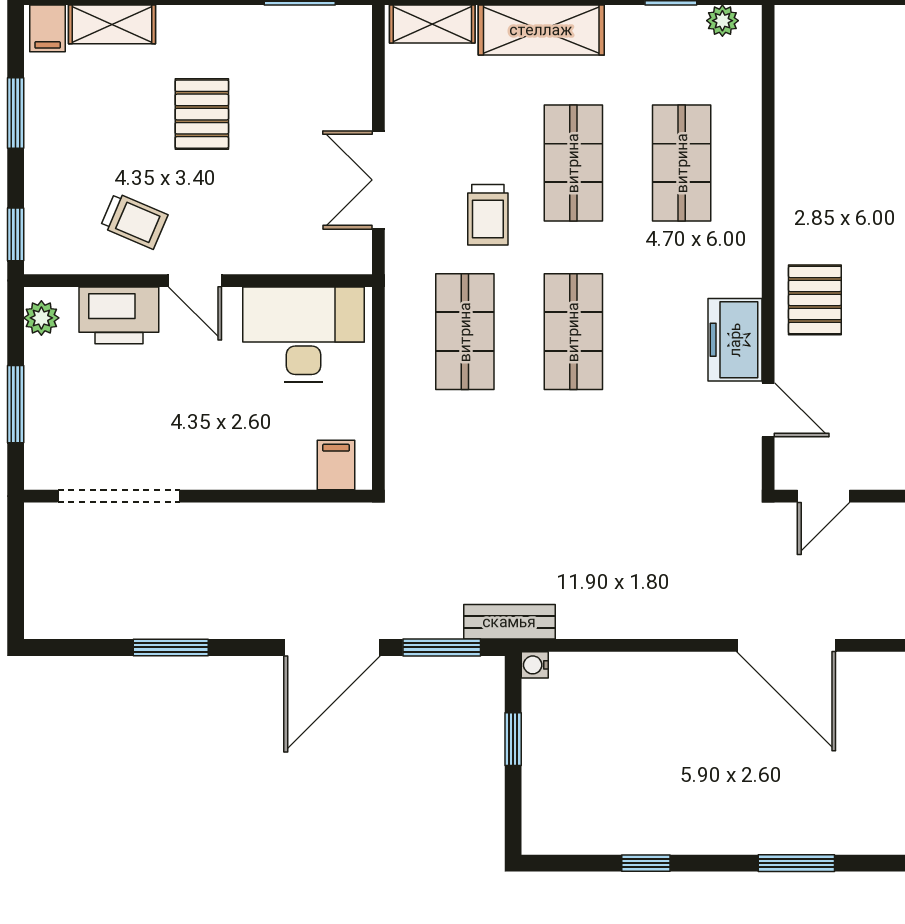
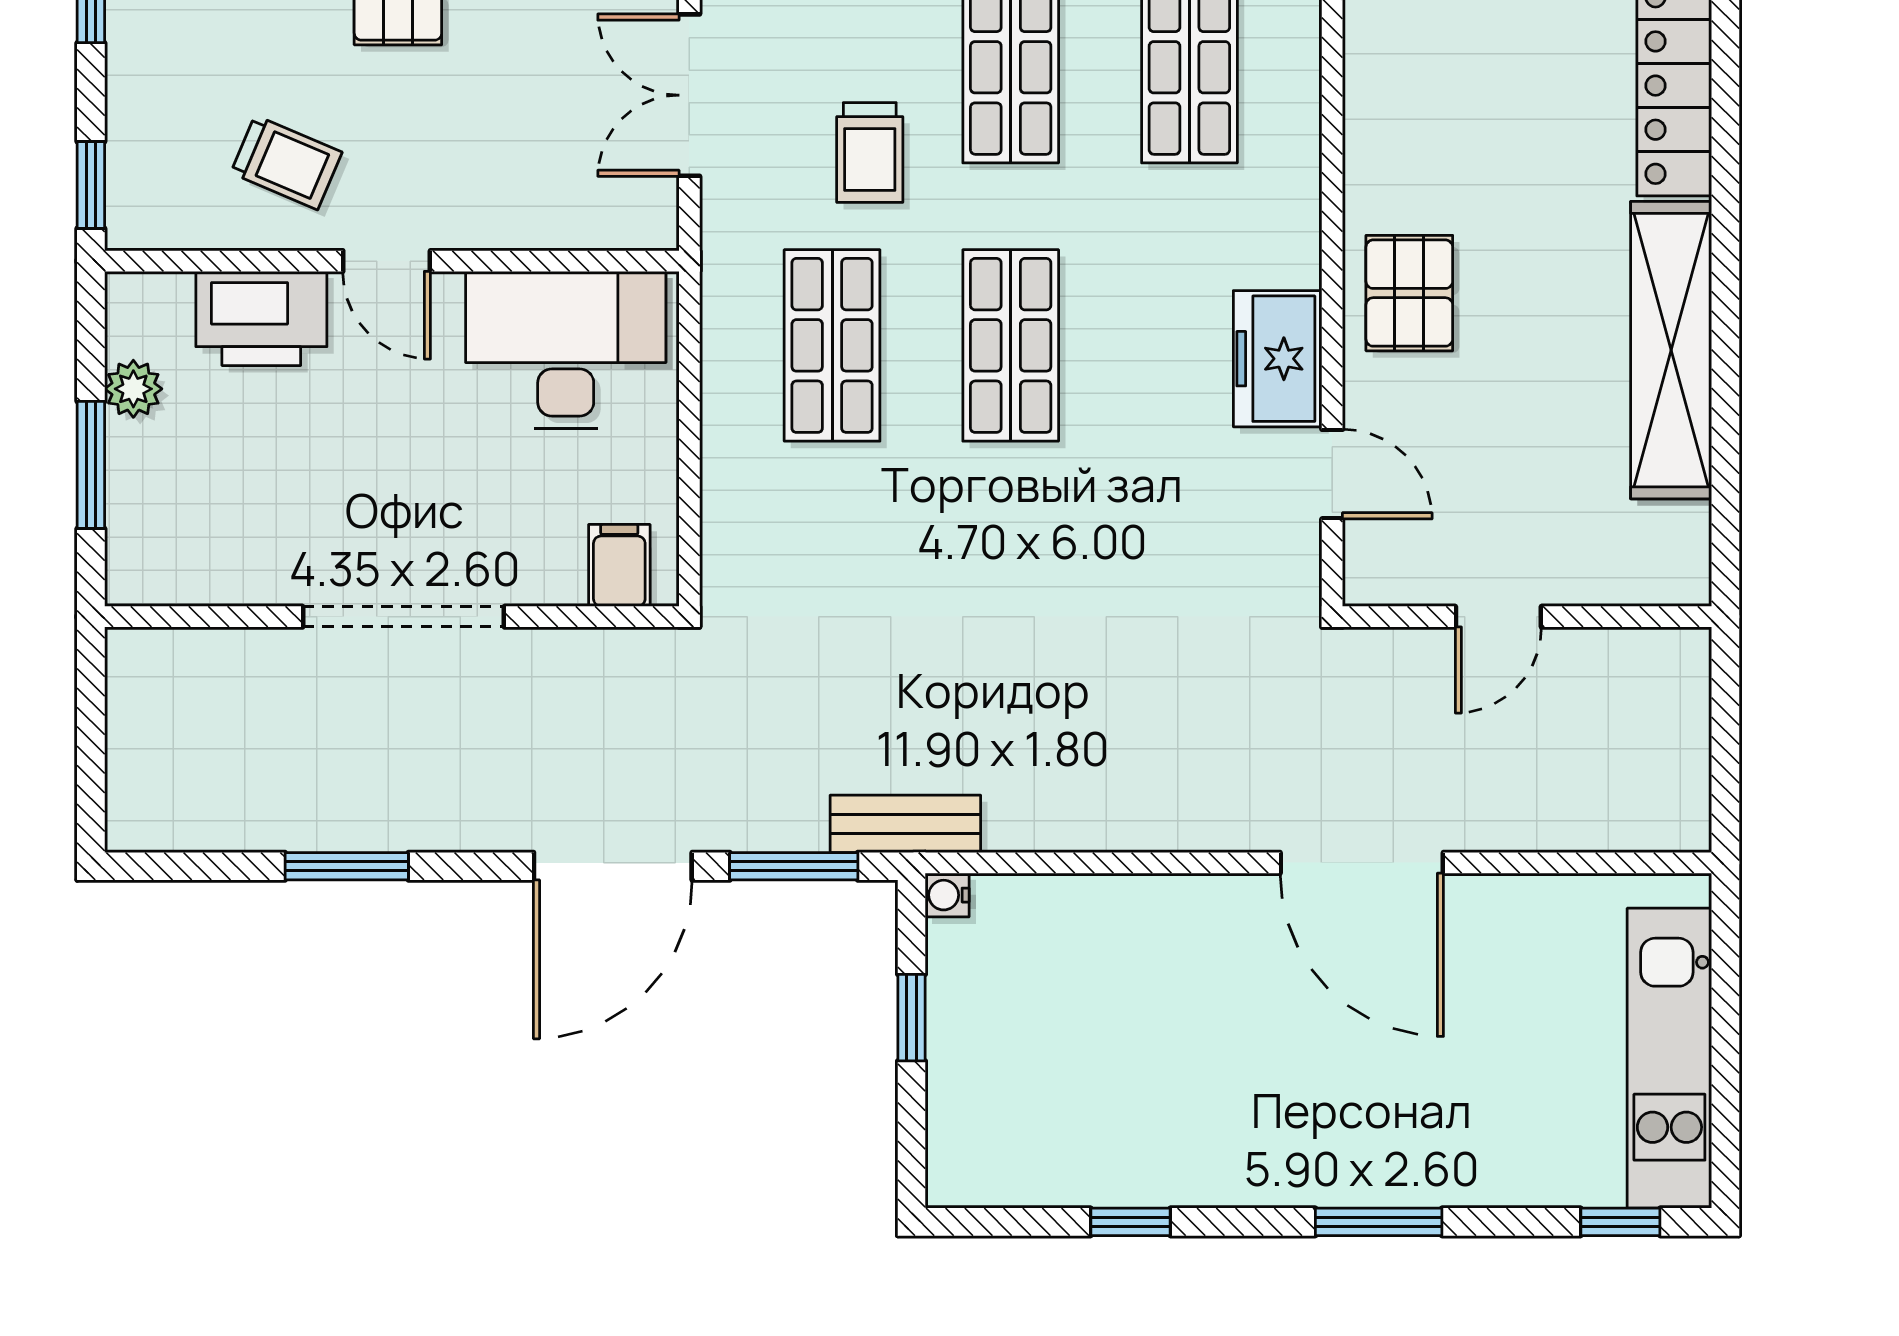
plant: (41, 318) -> (133, 389), moved
doorway: (119, 496) -> (403, 617), moved
door: (824, 496) -> (1498, 617), moved

